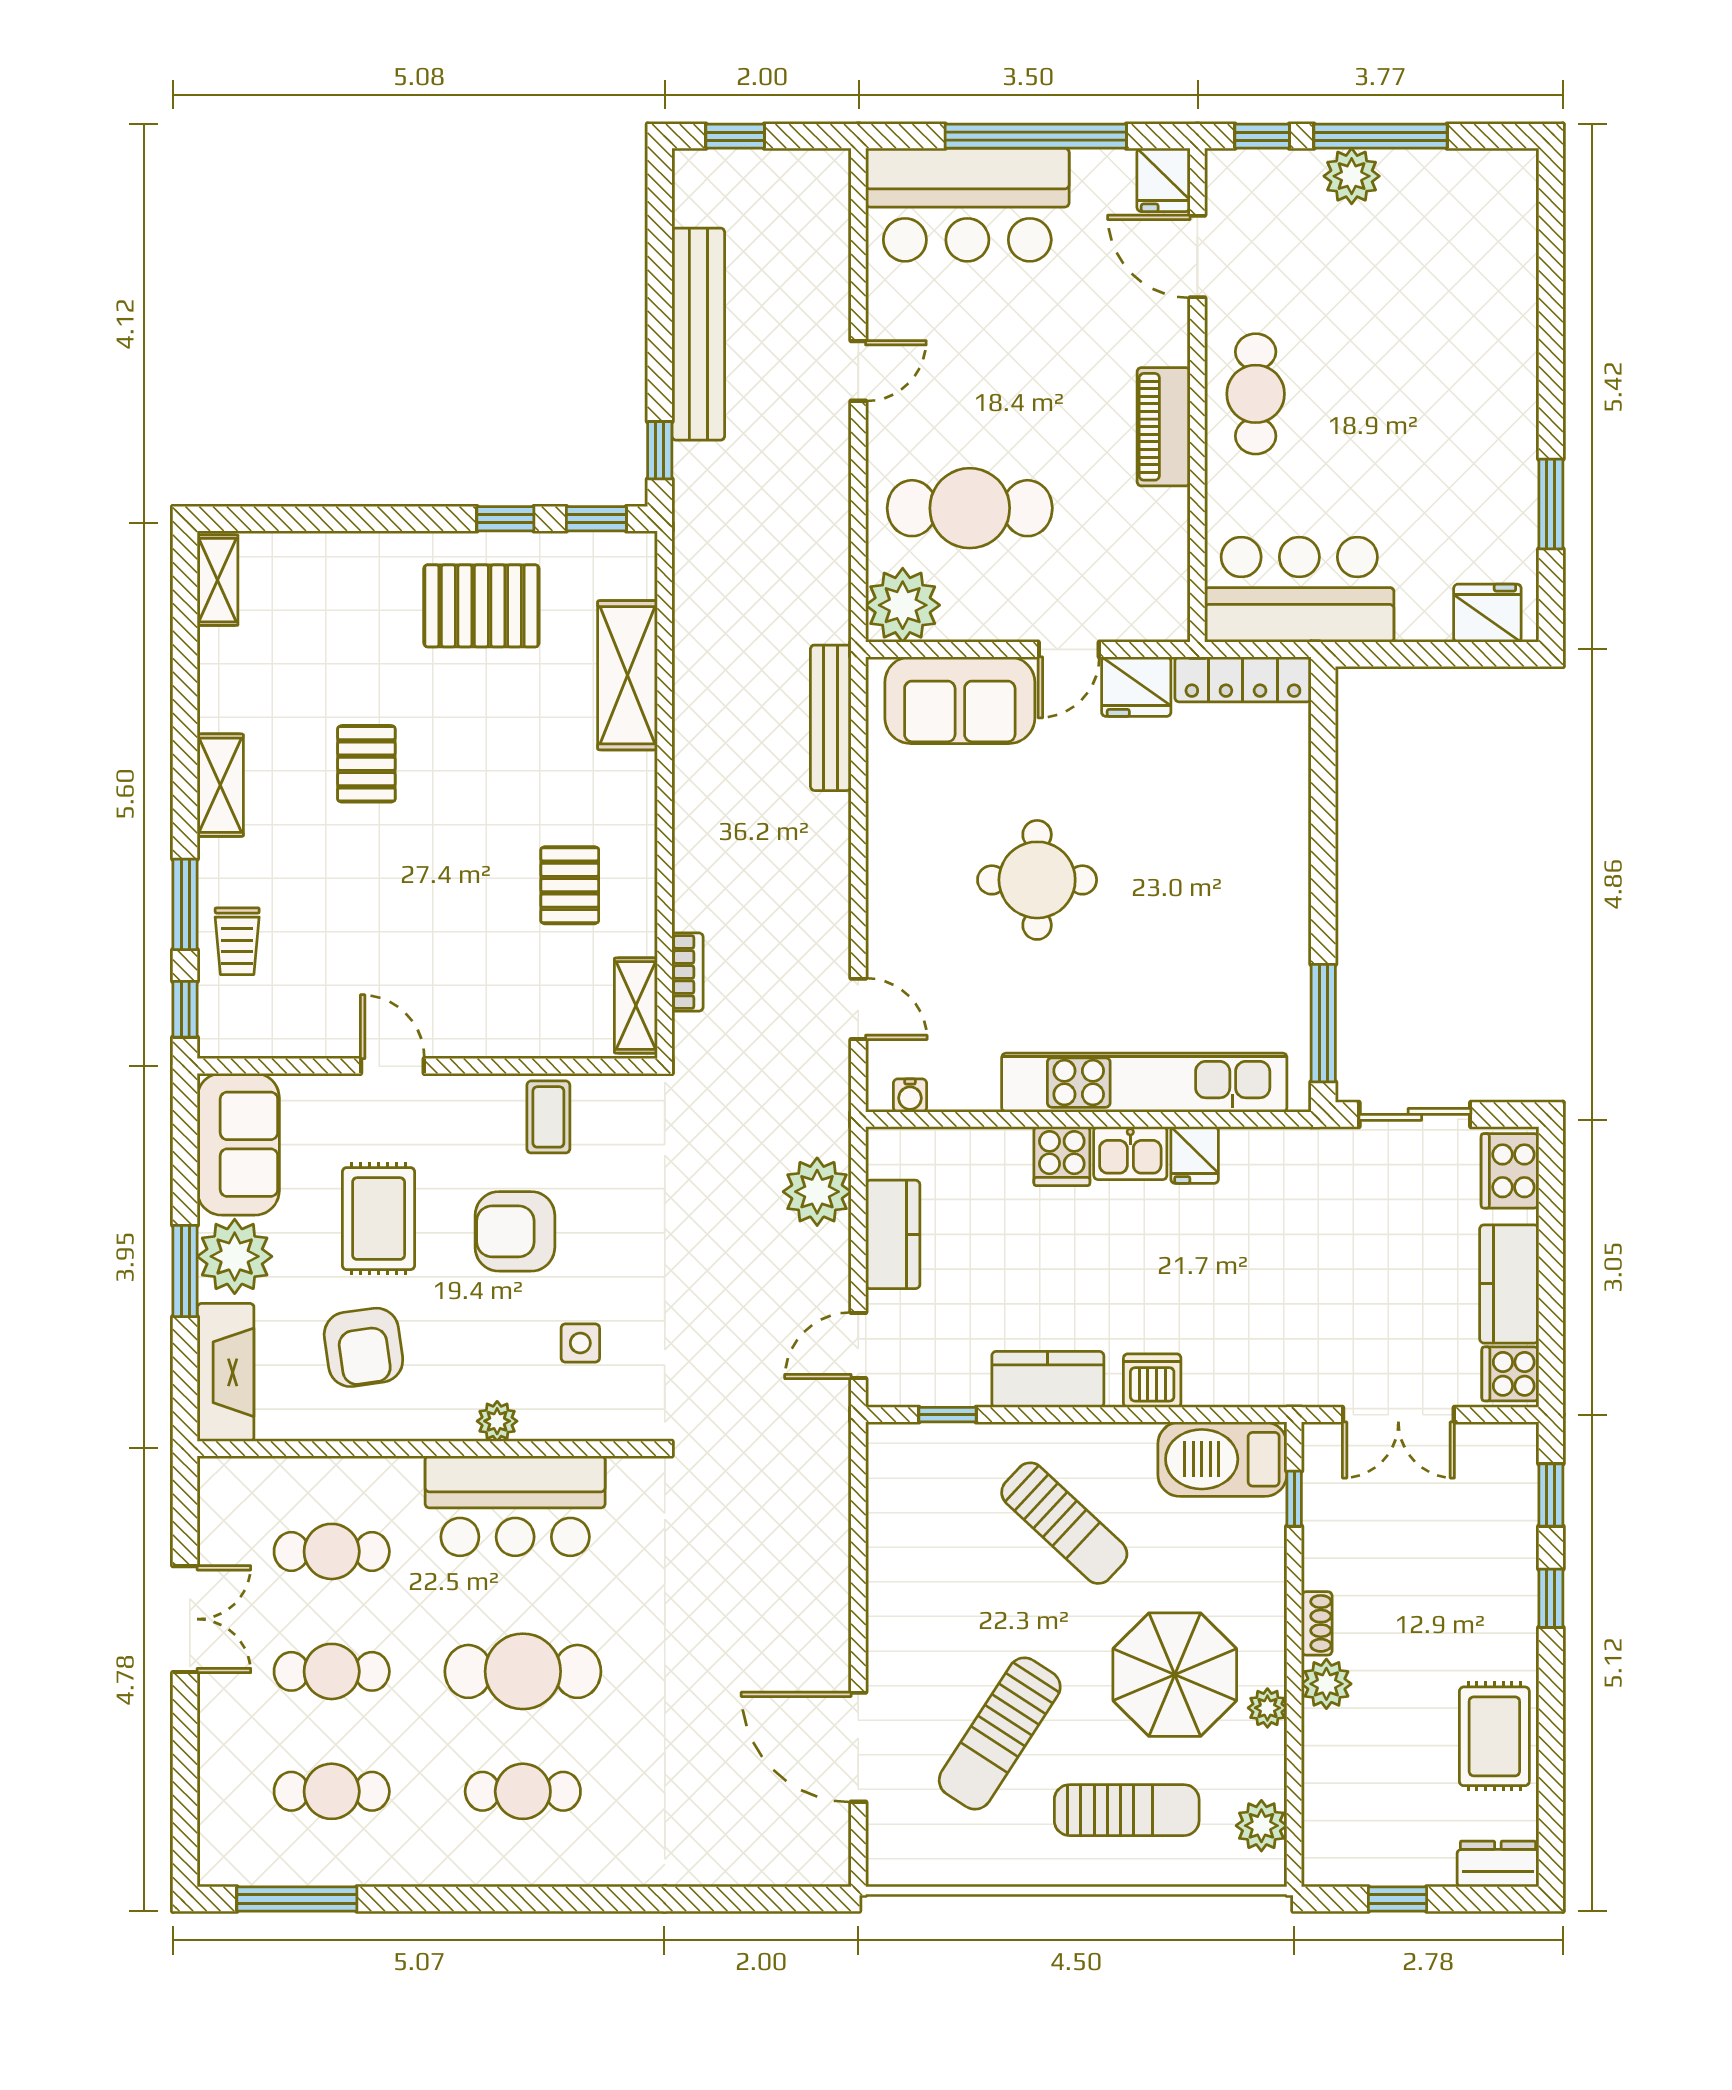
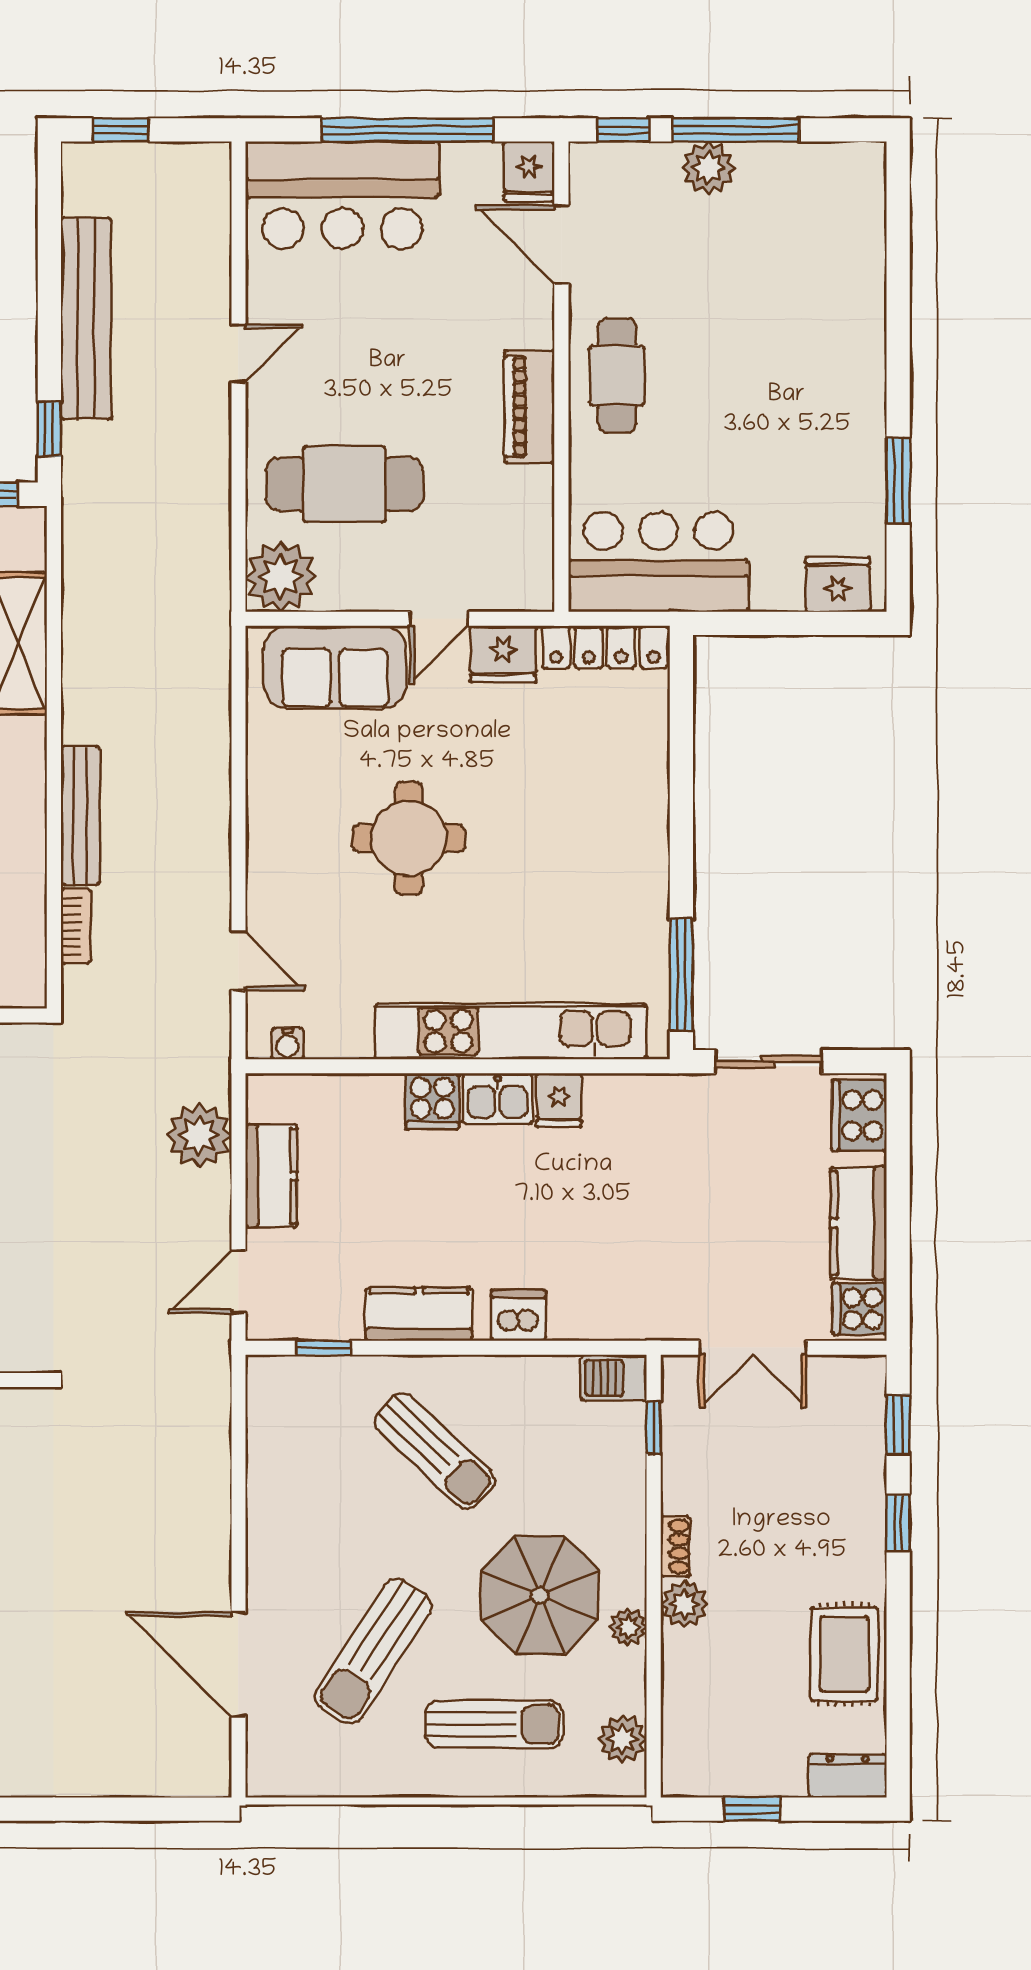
bench: (831, 718) -> (80, 816), moved
shelving: (636, 1006) -> (27, 958), removed
barbecue: (1222, 1459) -> (614, 1378), width x0.53, depth x0.65

